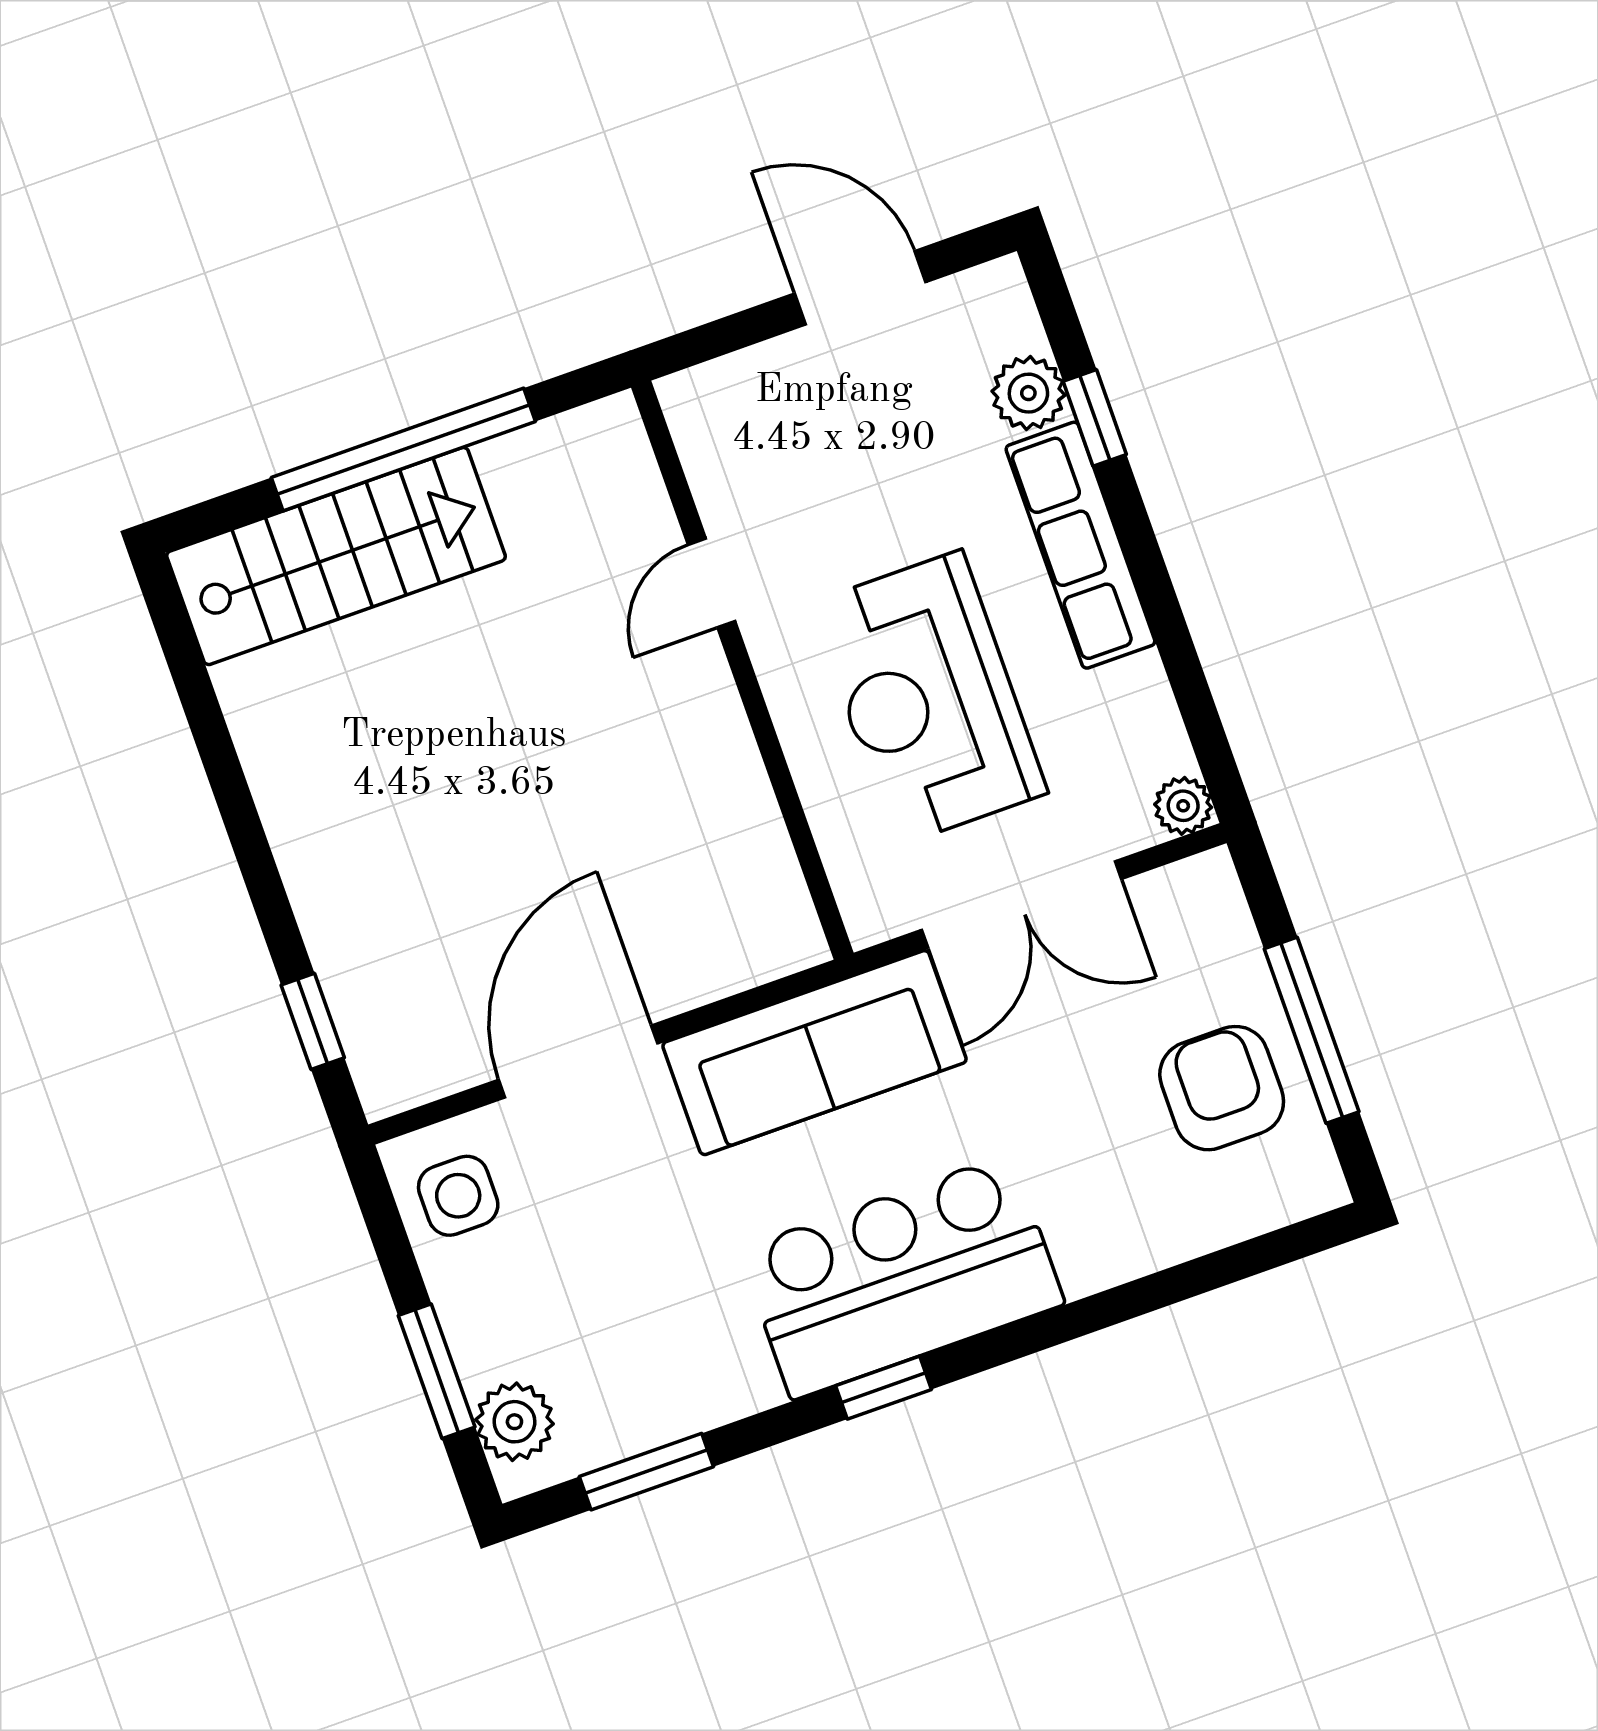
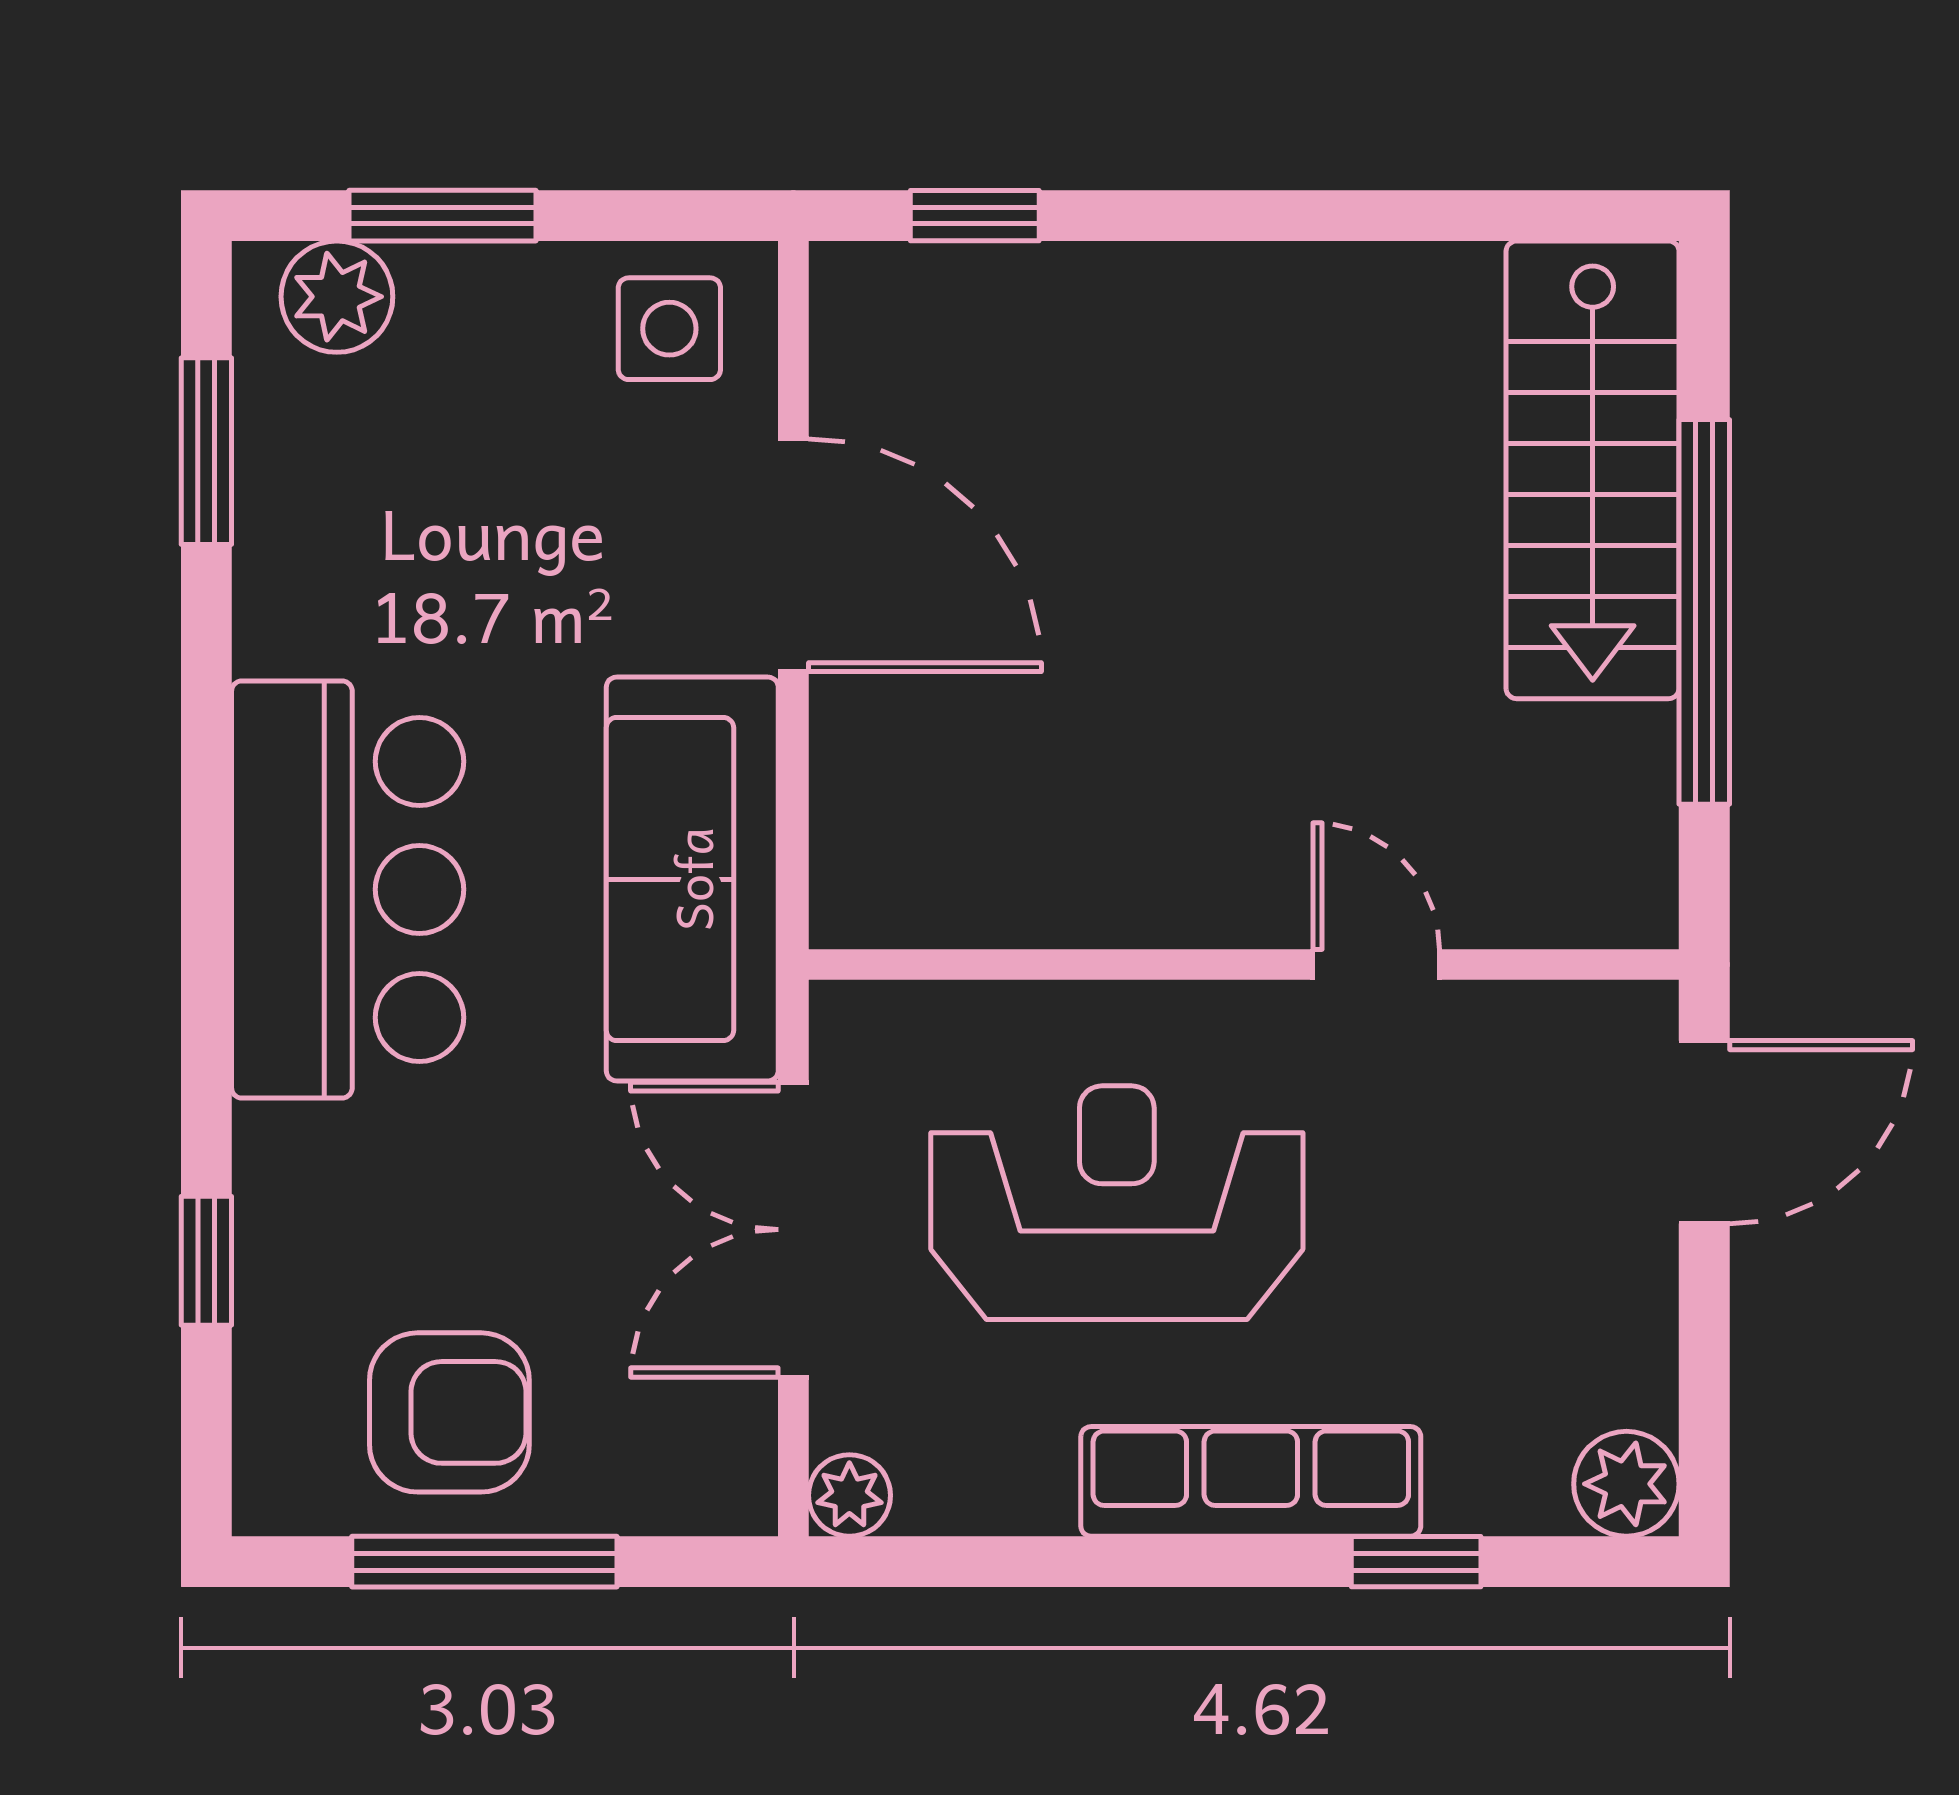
door: (860, 288) -> (1704, 1132), moved
plant: (1028, 393) -> (1626, 1484), moved
window: (883, 1388) -> (206, 1261), moved

